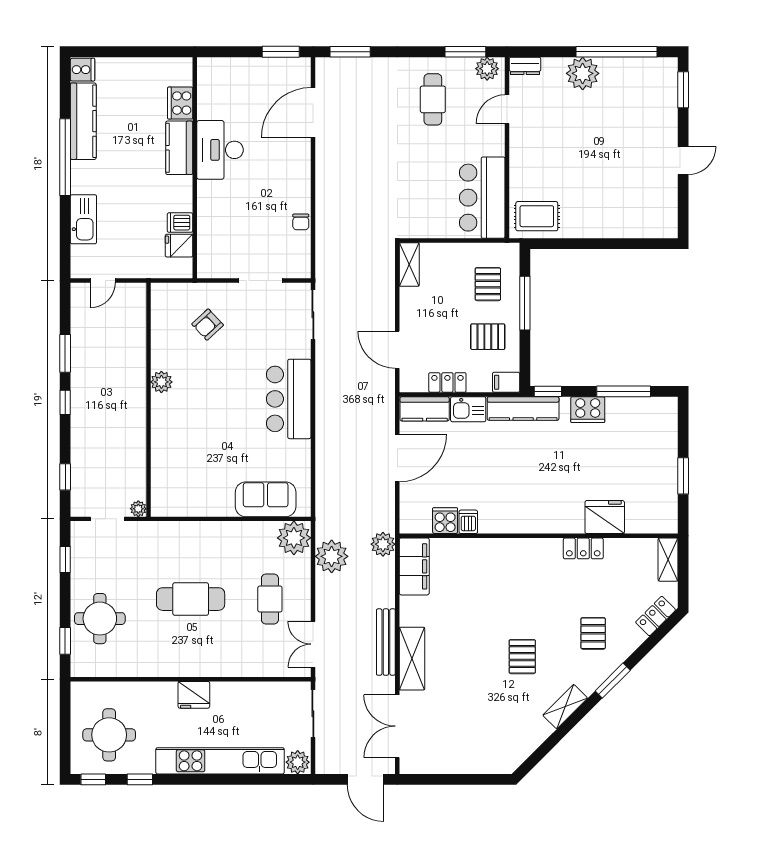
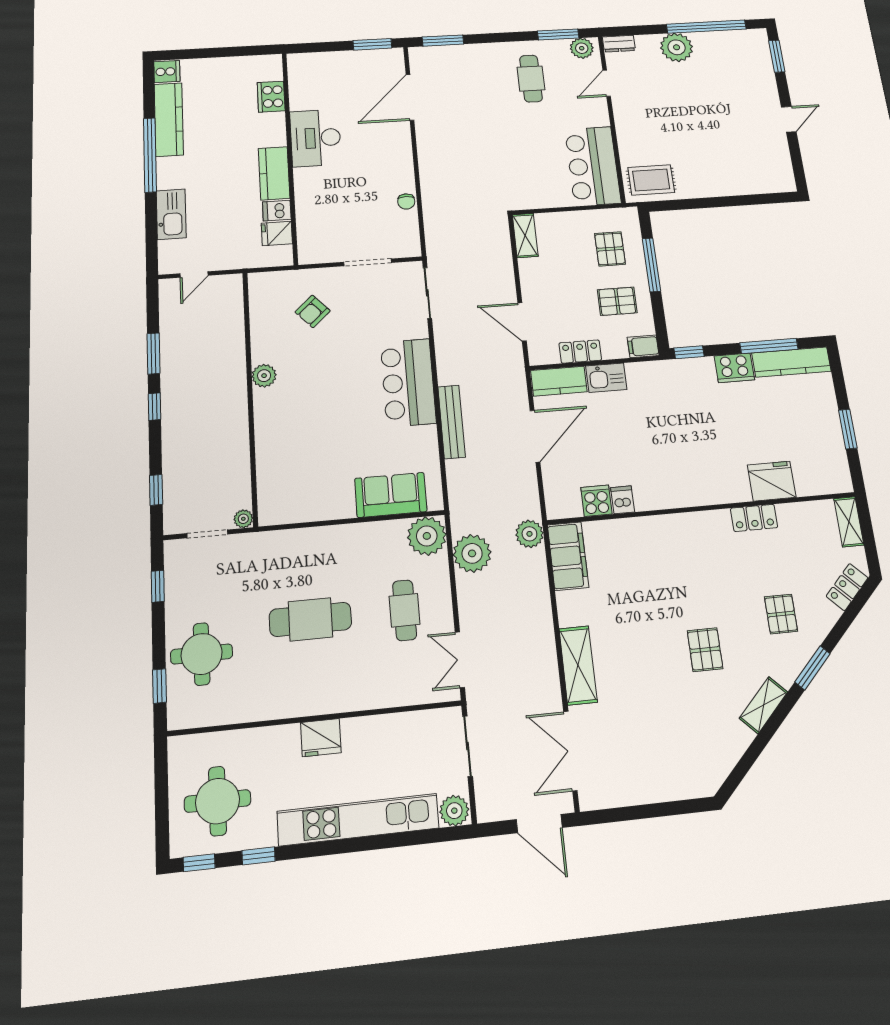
kitchen counter: (179, 148) -> (274, 173), moved
kitchen counter: (523, 408) -> (791, 362), moved
bench: (386, 642) -> (452, 422), moved

